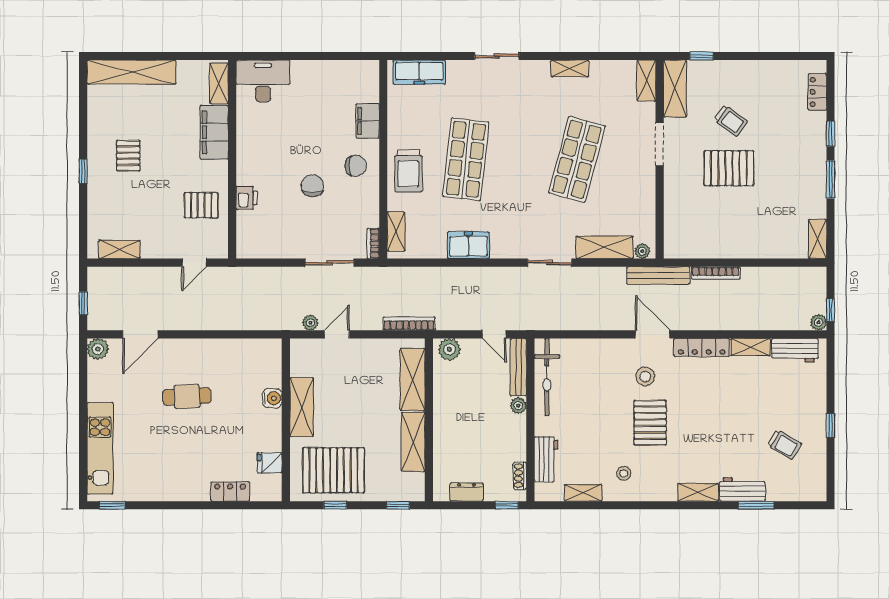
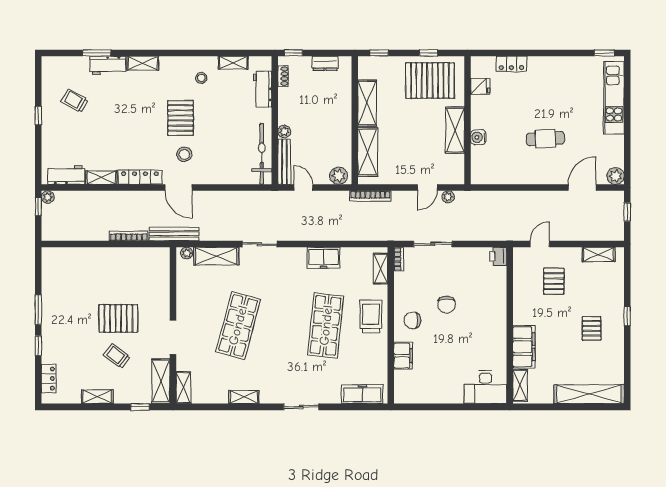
printer: (247, 198) -> (498, 256), moved
pallet: (201, 205) -> (554, 281), moved, turned 90
shelving: (818, 239) -> (97, 397), moved, turned 90

